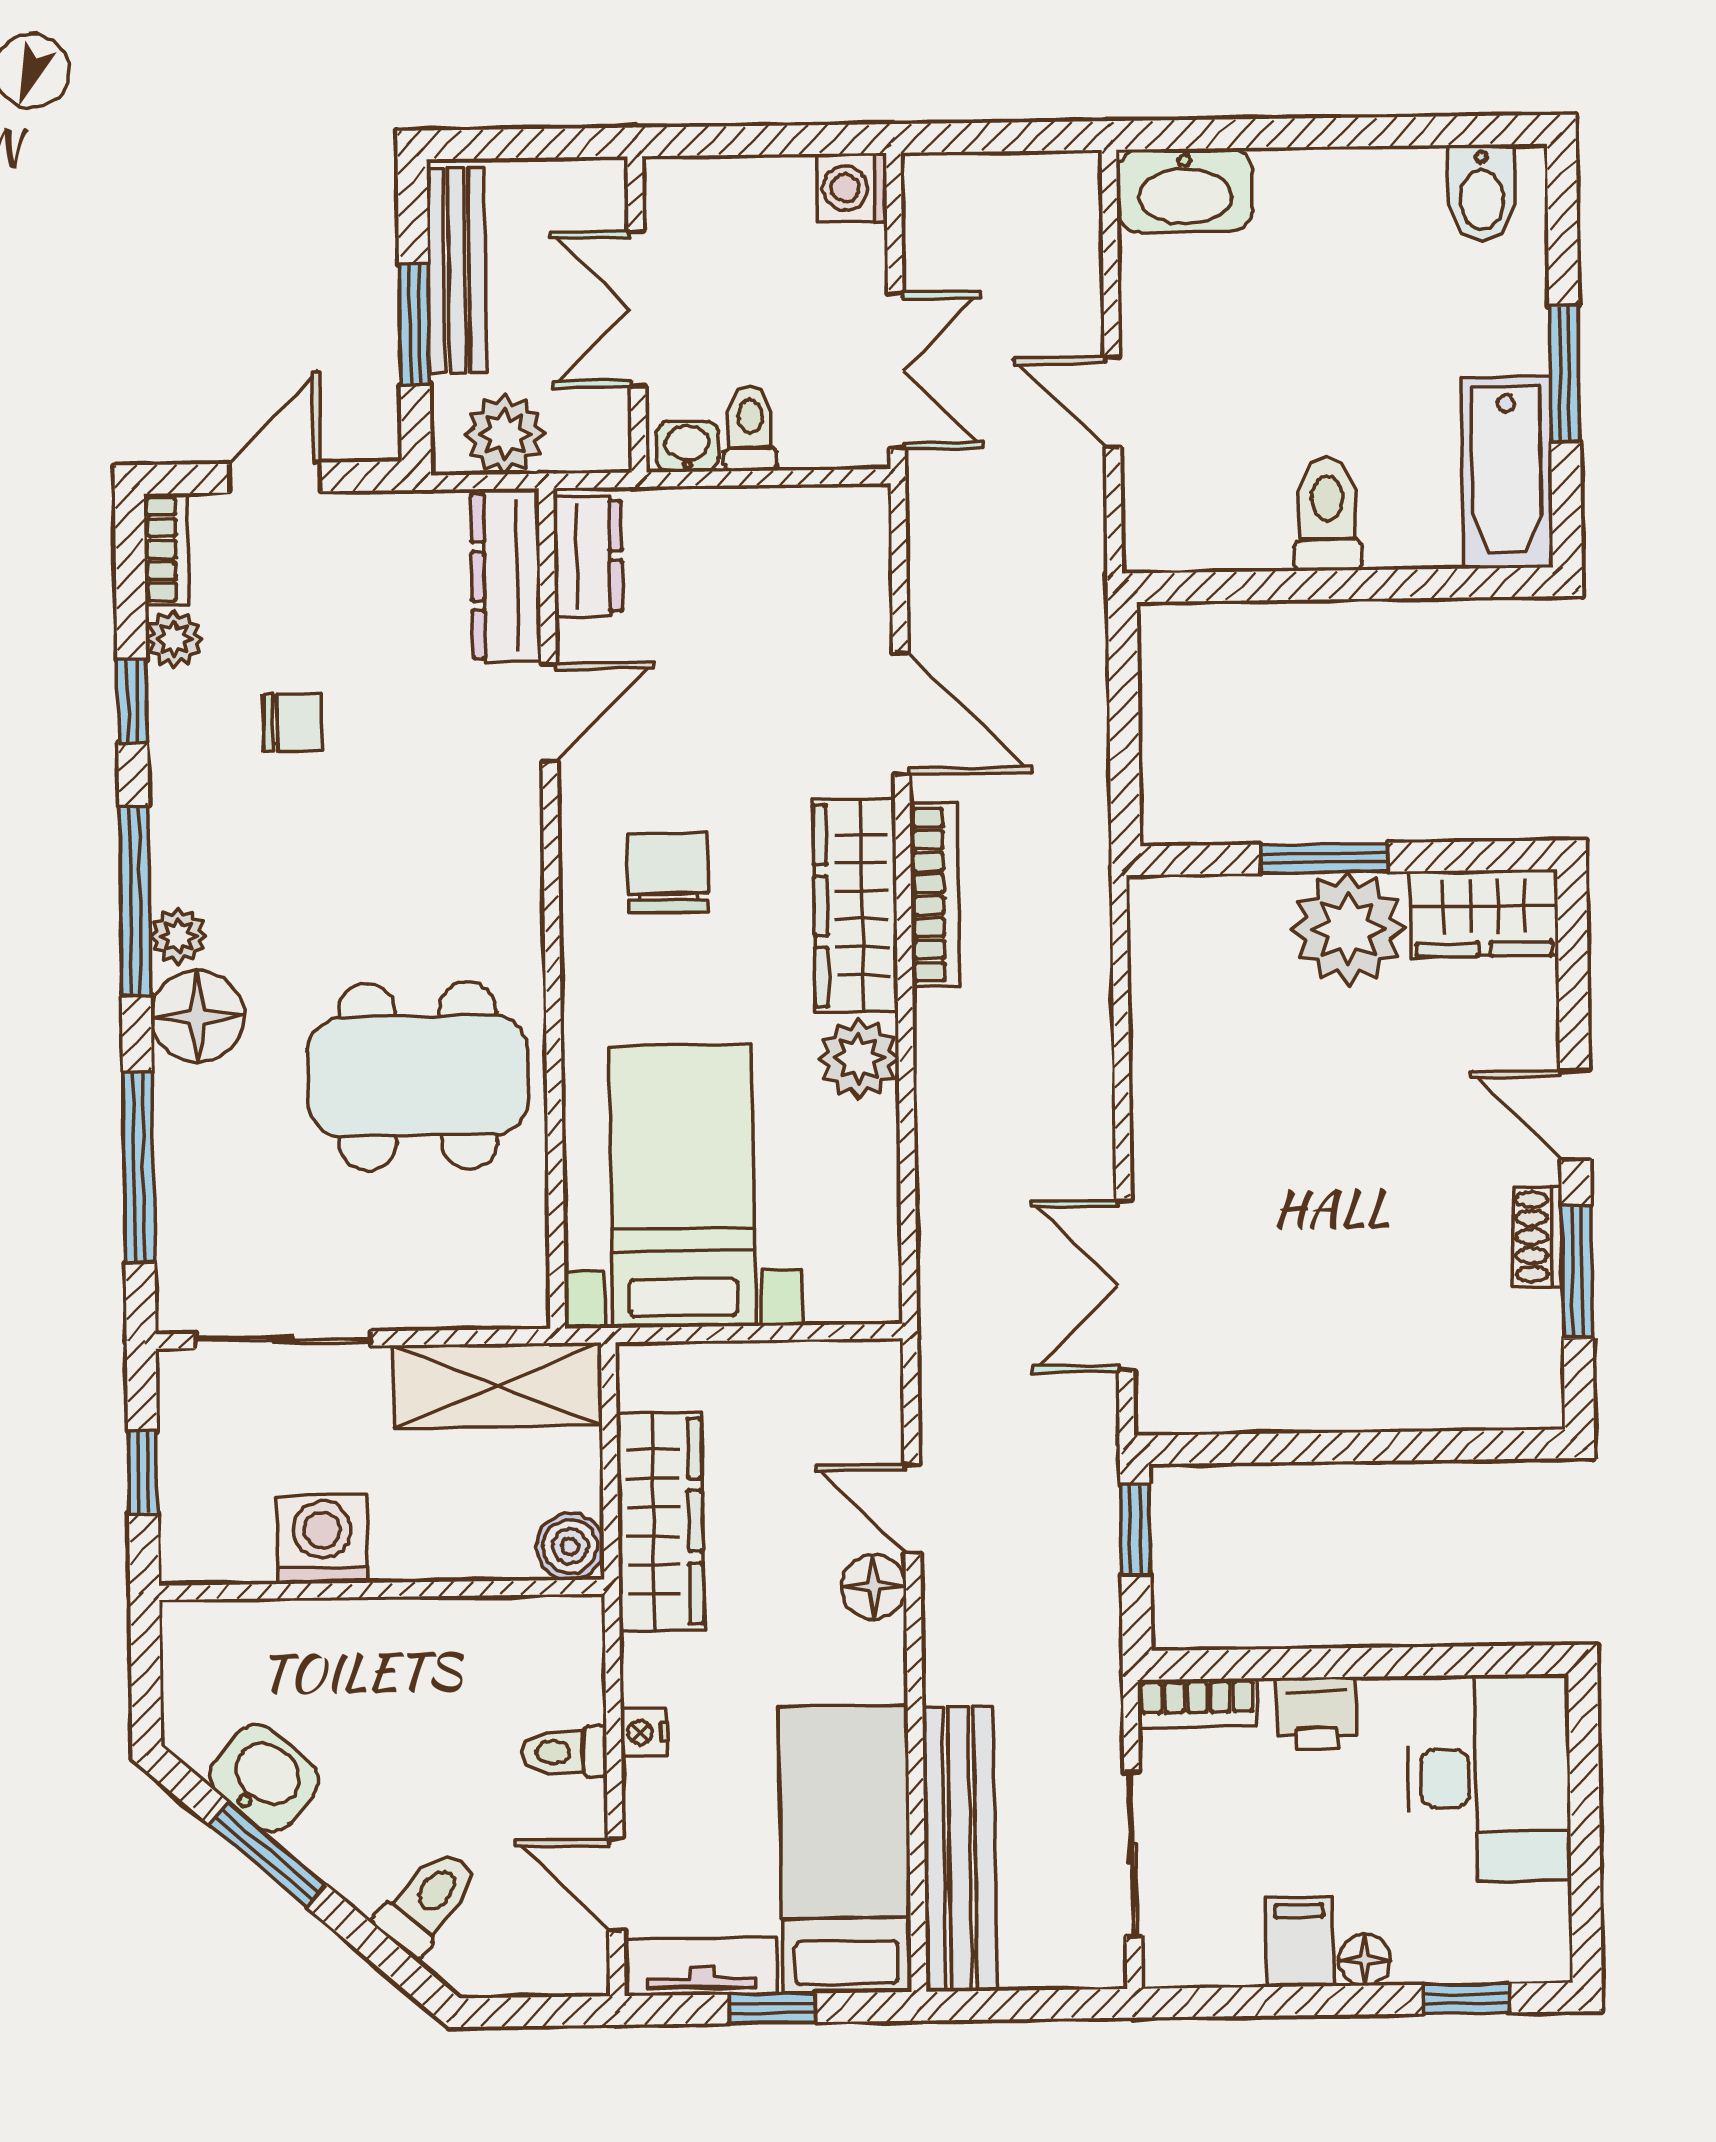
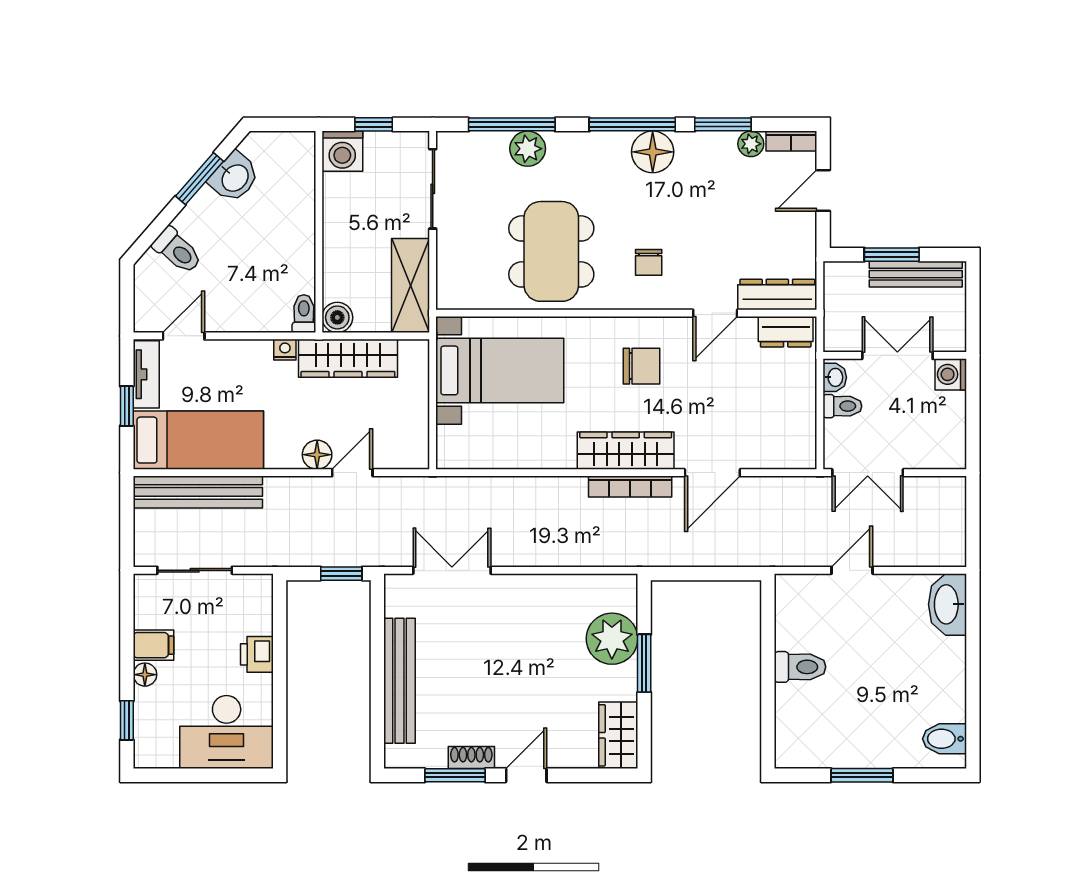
washing machine: (852, 188) -> (951, 374), moved, turned -90
plant: (505, 434) -> (841, 295), removed
bathtub: (1507, 472) -> (818, 748), removed
door: (275, 478) -> (823, 191), swing flipped
window: (132, 701) -> (723, 124), width x1.50
door: (549, 712) -> (715, 313), hinge flipped
chair: (292, 722) -> (649, 262), moved
plant: (1348, 929) -> (612, 639), moved
plant: (178, 936) -> (528, 149), moved, width x1.38, depth x1.38
floor lamp: (197, 1016) -> (653, 152), moved
plant: (859, 1058) -> (557, 451), removed
bench: (1370, 1398) -> (399, 681), added
washing machine: (322, 1539) -> (342, 151), moved, turned 90
bookcase: (1197, 1703) -> (262, 600), removed
nightstand: (644, 1732) -> (285, 350), moved
toilet: (565, 1752) -> (304, 314), moved

